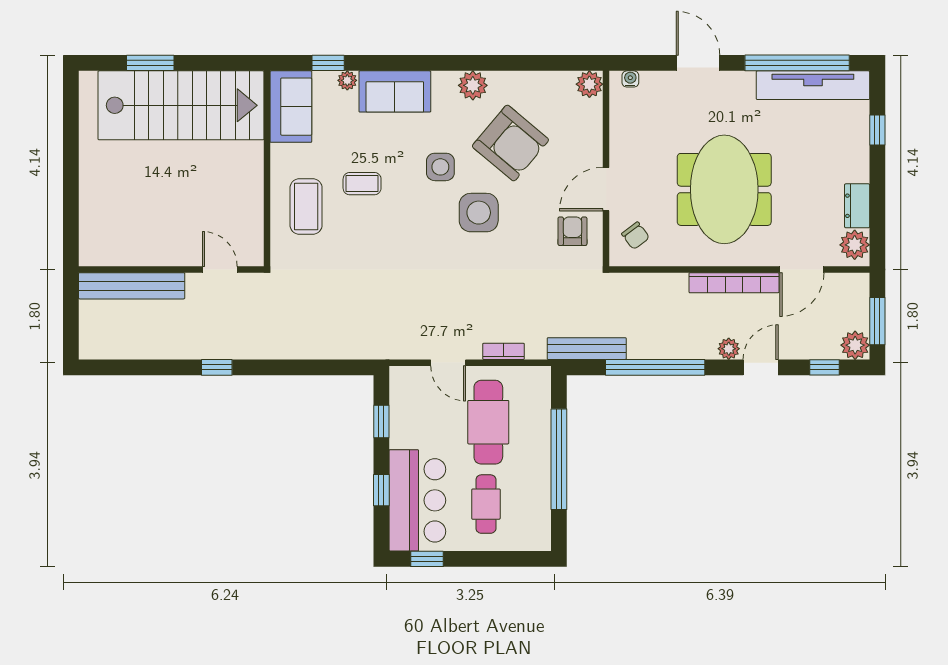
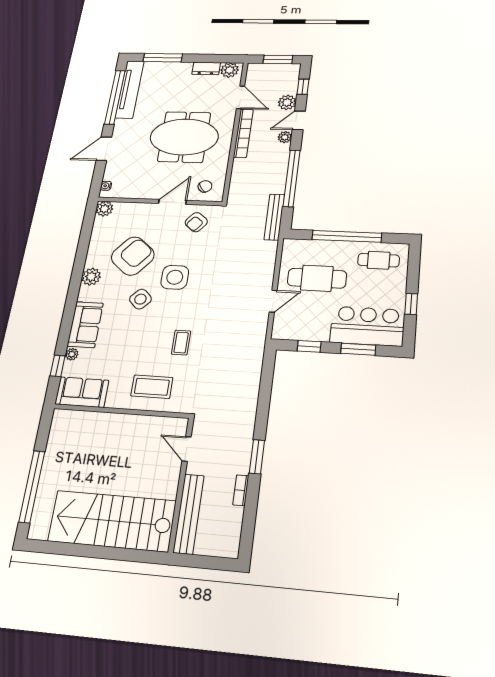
window: (150, 63) -> (32, 486), width x2.11
stairs: (181, 105) -> (112, 521), moved, turned -90
window: (877, 130) -> (163, 58), width x2.17
side table: (440, 167) -> (140, 299), turned 45
coffee table: (362, 184) -> (181, 342), moved
door: (606, 189) -> (172, 202), swing flipped
armchair: (572, 231) -> (196, 222), turned -51
door: (220, 270) -> (186, 449), hinge flipped
plant: (855, 345) -> (287, 102), moved
bookcase: (503, 351) -> (241, 490), moved
window: (217, 367) -> (257, 457), width x1.50
door: (761, 367) -> (299, 120), hinge flipped
window: (381, 490) -> (358, 349), width x1.50
cafe table: (486, 504) -> (379, 260), moved
window: (427, 559) -> (411, 304), moved

